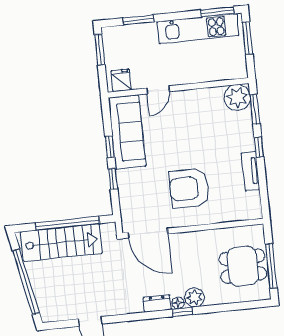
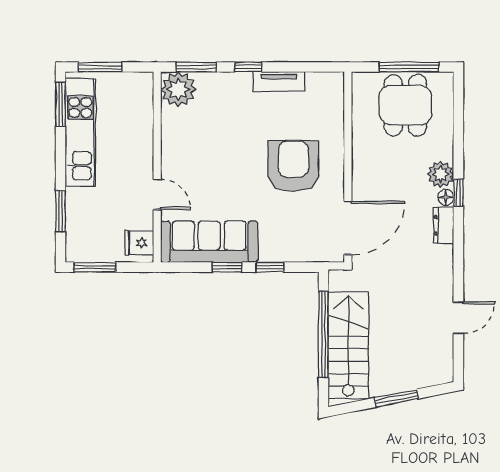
armchair: (189, 188) -> (293, 166), turned 180
window: (26, 282) -> (396, 398), width x0.47

